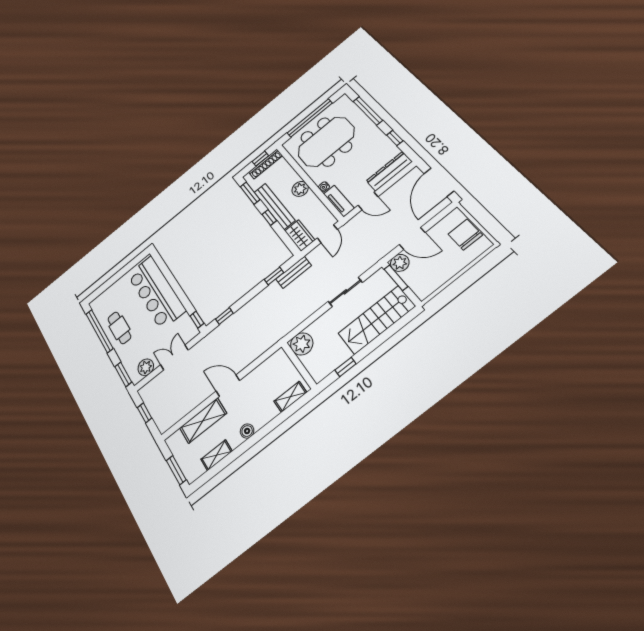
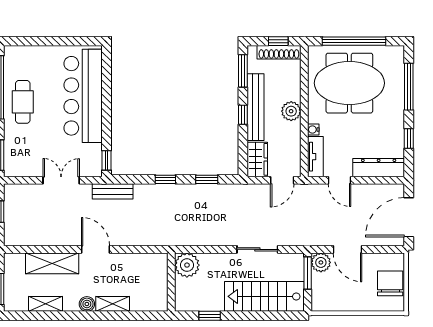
bench: (294, 272) -> (113, 191), moved
window: (224, 316) -> (165, 179), moved
plant: (146, 367) -> (27, 167), removed
shelving: (290, 397) -> (113, 304), moved

